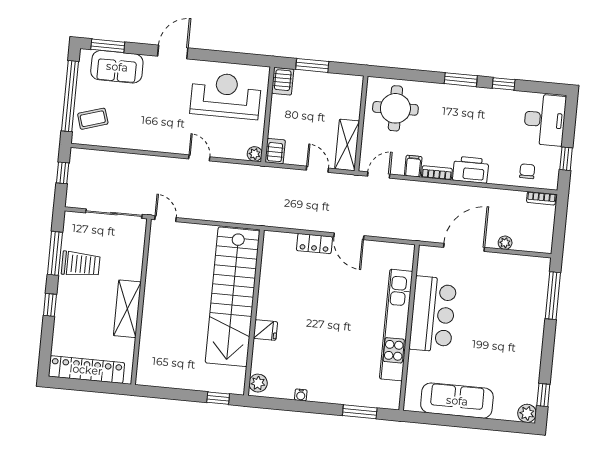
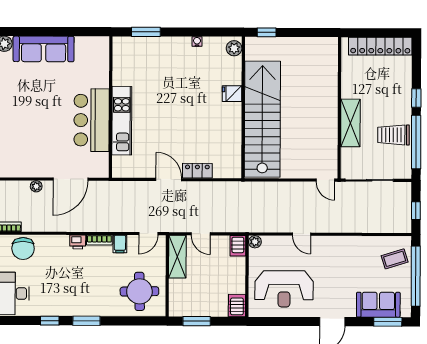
window: (312, 65) -> (197, 321), moved
printer: (471, 170) -> (78, 242), width x0.53, depth x0.68
chair: (527, 171) -> (23, 249), width x1.87, depth x1.87
window: (55, 253) -> (416, 142), width x1.46
shelving: (127, 309) -> (350, 123), moved
kitchen unit: (396, 325) -> (122, 121), width x0.73
sofa: (457, 401) -> (44, 49), moved

